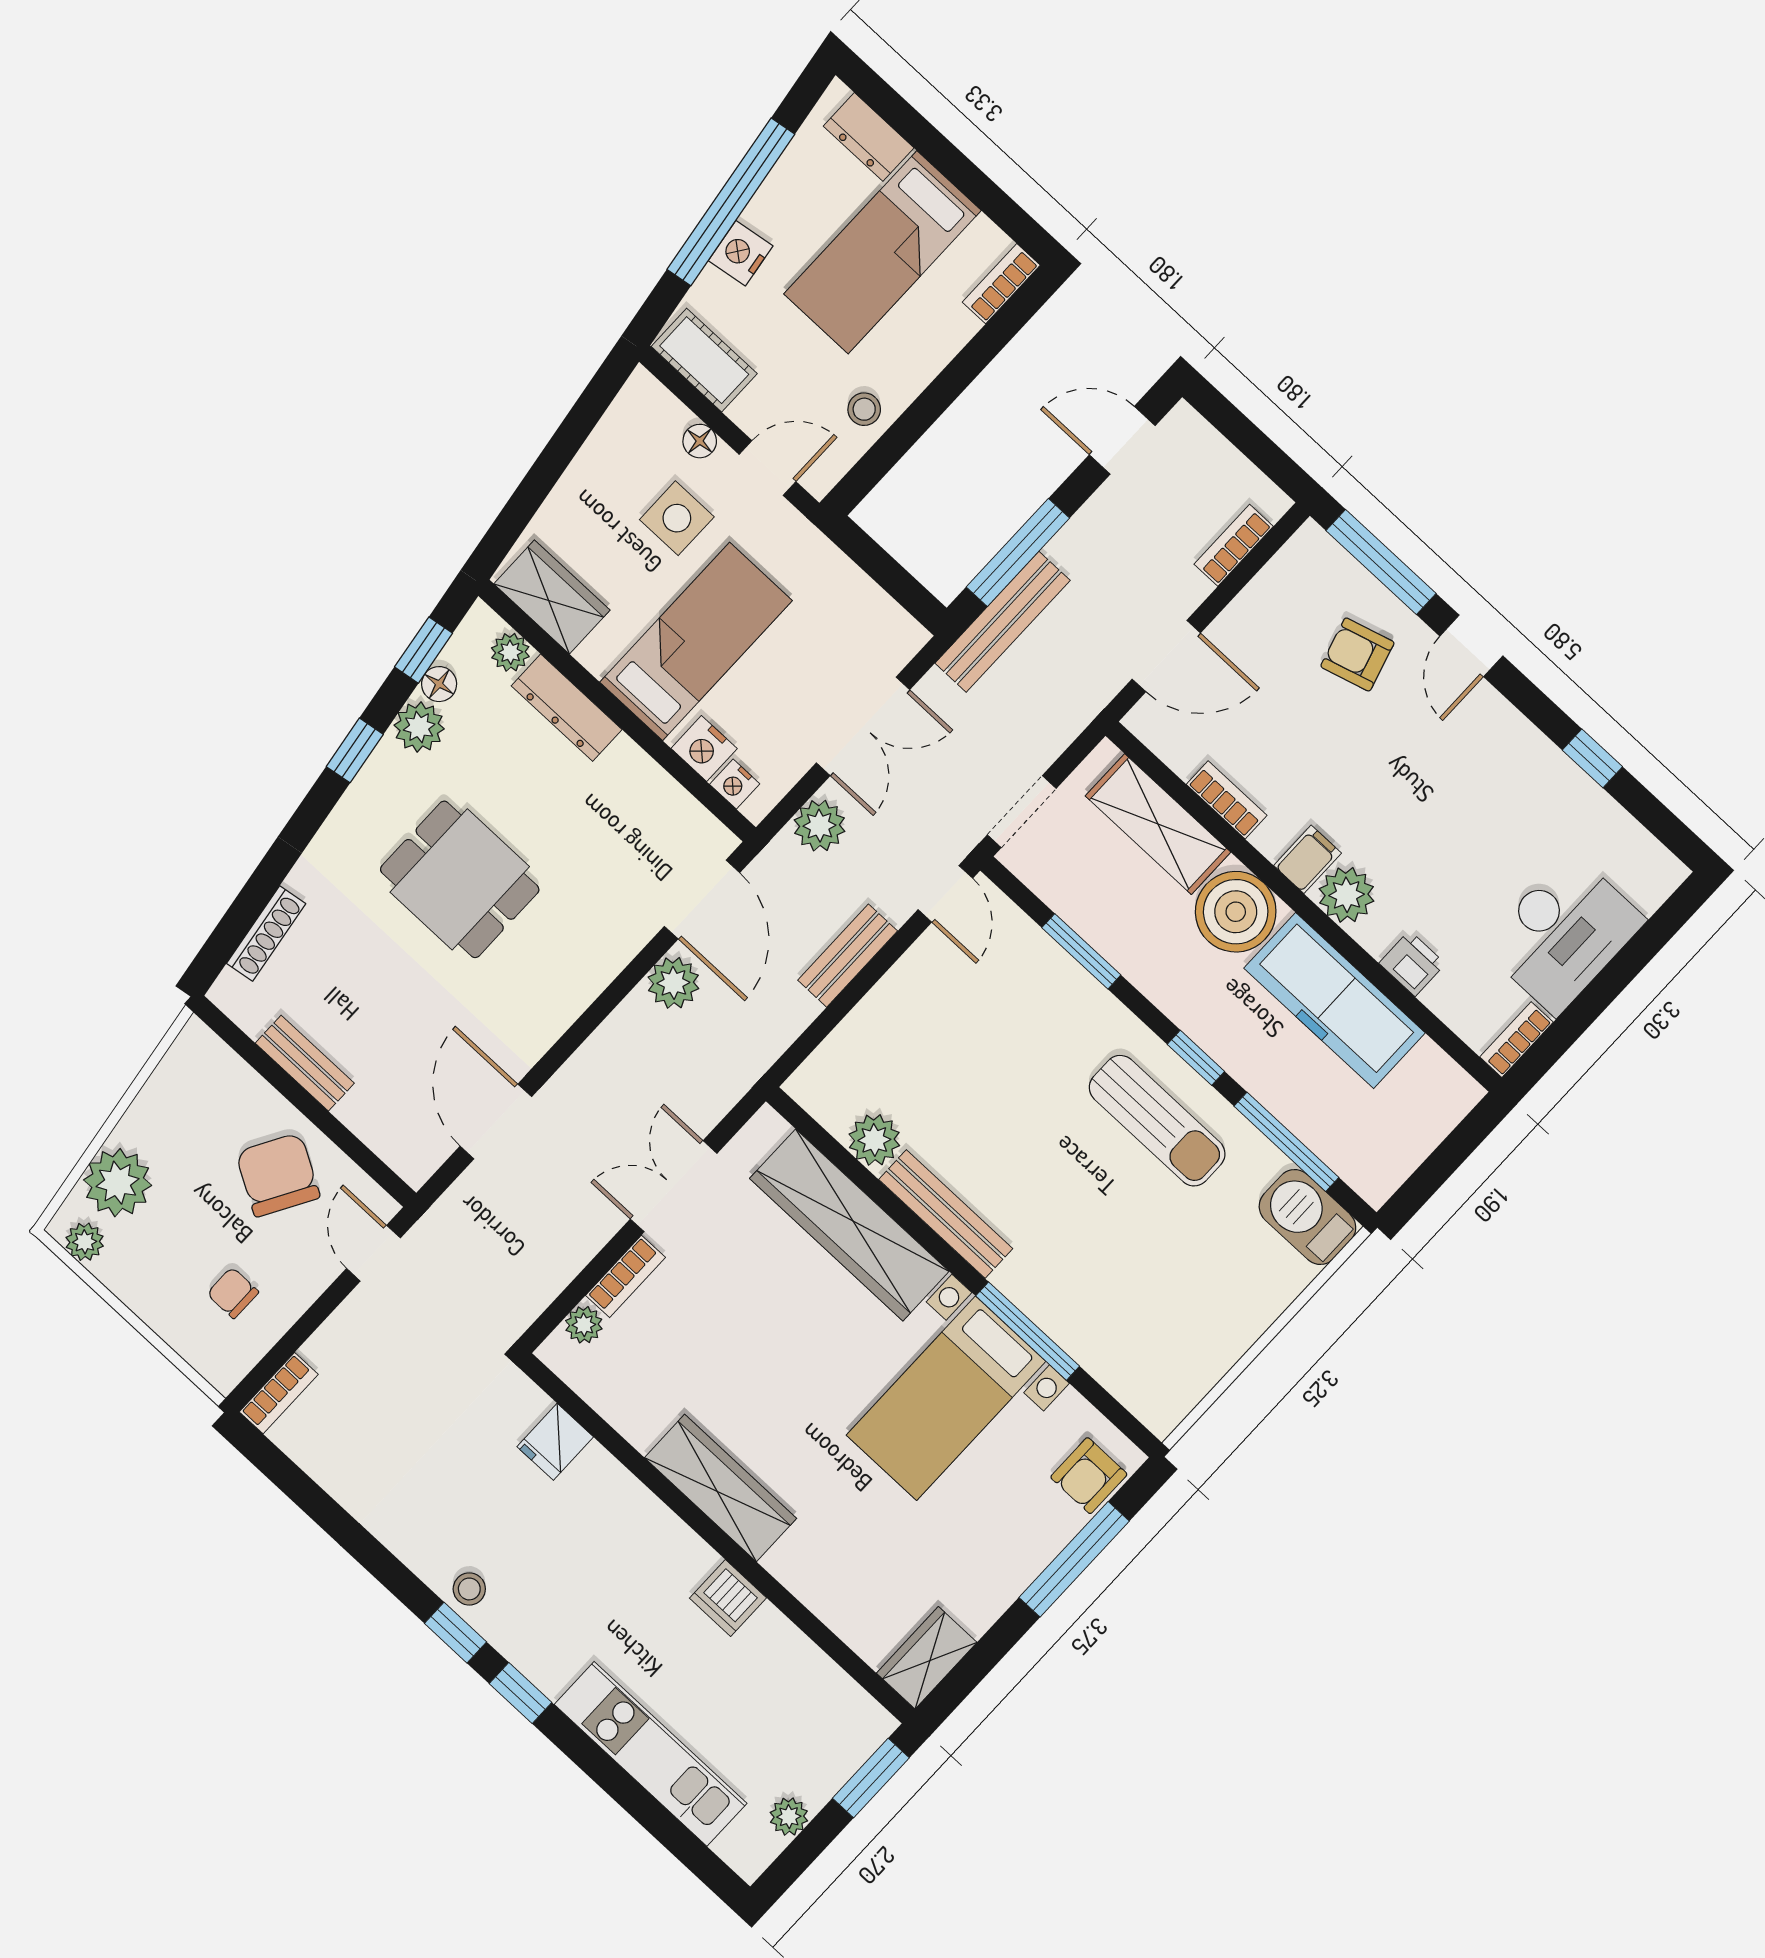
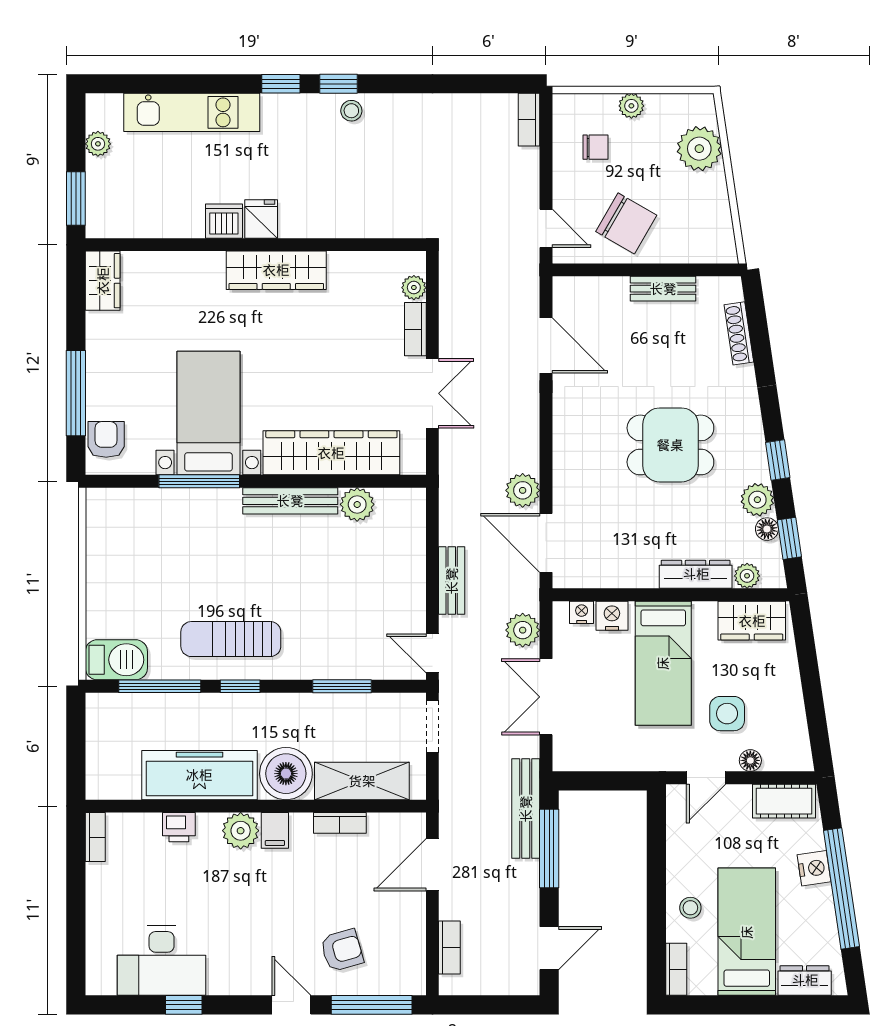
stool: (864, 409) -> (690, 908), moved
desk: (1563, 933) -> (162, 961), moved, turned -90
plant: (85, 1242) -> (631, 106), moved
fridge: (555, 1442) -> (261, 219), moved

